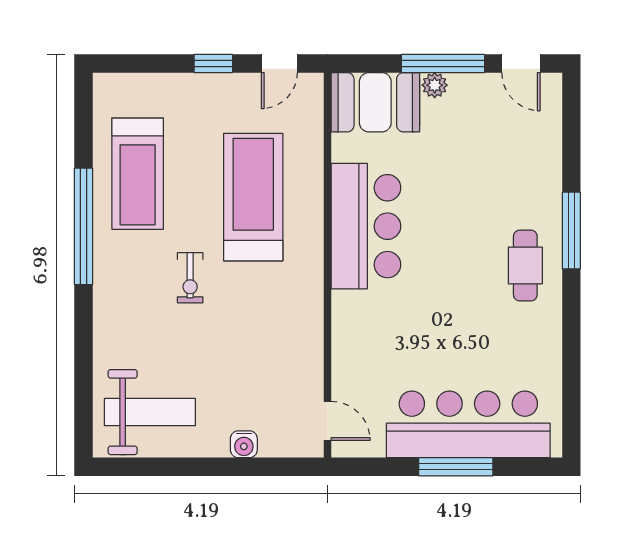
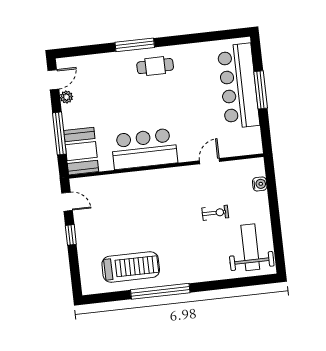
window: (443, 64) -> (59, 133), moved
plant: (435, 85) -> (66, 97), moved
treadmill: (253, 197) -> (136, 207), removed
exercise bike: (190, 278) -> (215, 213), moved
door: (327, 421) -> (209, 161), moved
water cooler: (244, 444) -> (260, 184), moved

